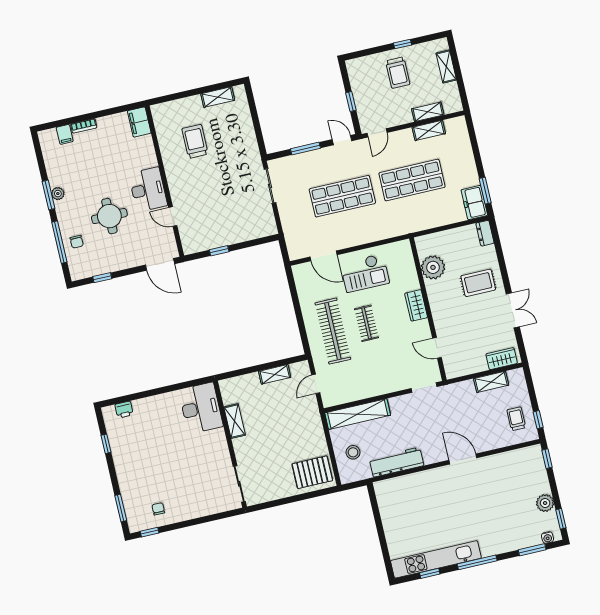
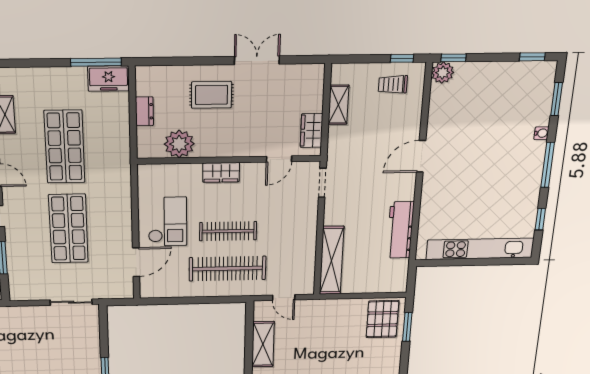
sliding door: (270, 186) -> (71, 302), moved
window: (485, 191) -> (96, 62), width x1.44
dresser: (485, 233) -> (144, 111), moved, turned -90
rug: (478, 283) -> (211, 95), turned 90
clothes rail: (366, 323) -> (228, 231), width x1.36
wardrobe: (502, 359) -> (312, 130), moved
shelving: (275, 374) -> (263, 344), width x1.50, depth x1.33
stool: (353, 452) -> (374, 274), removed
window: (309, 495) -> (407, 327), added
plant: (545, 503) -> (443, 73), moved
water cooler: (547, 537) -> (541, 133), moved
kitchen unit: (436, 559) -> (480, 249), moved, turned 90

